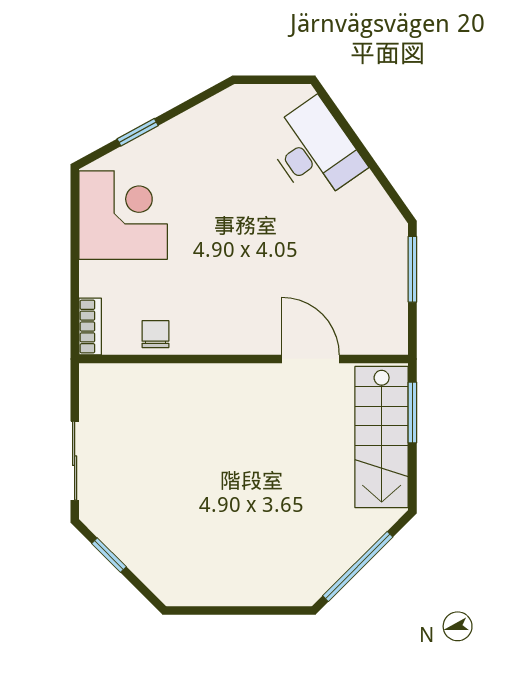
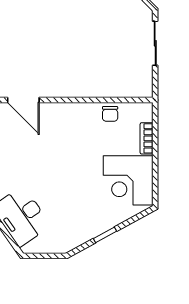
window: (138, 132) -> (105, 235), moved
bookcase: (90, 327) -> (147, 138), moved

